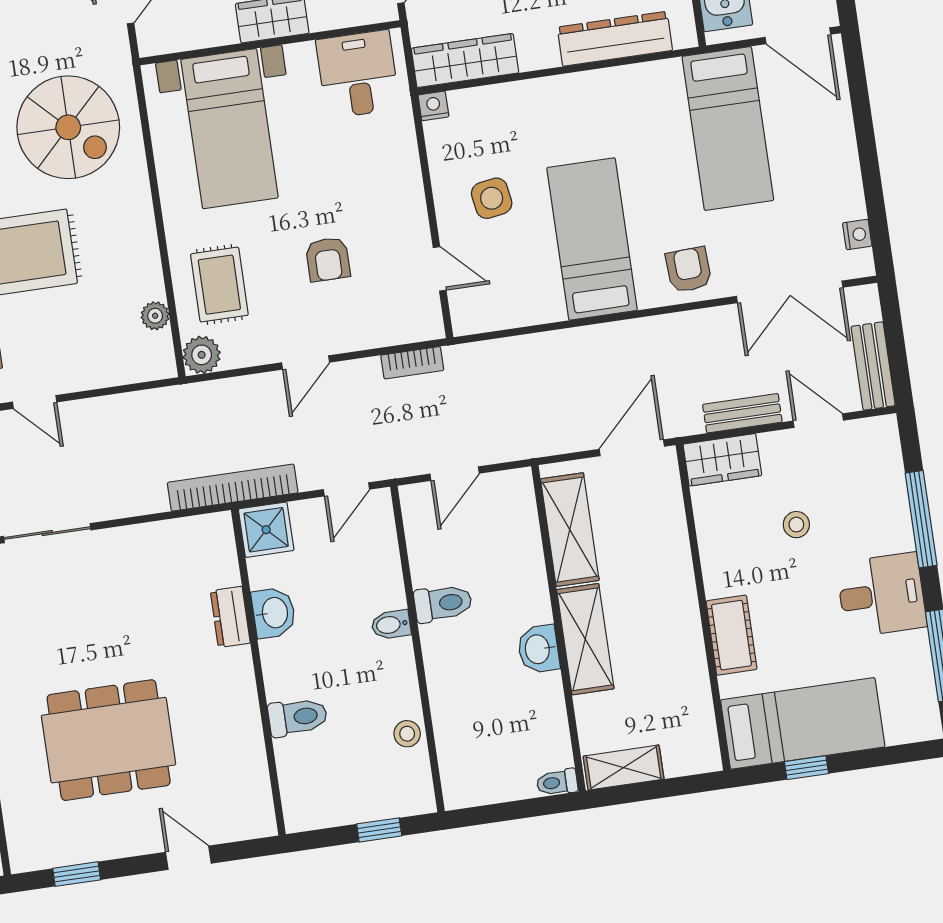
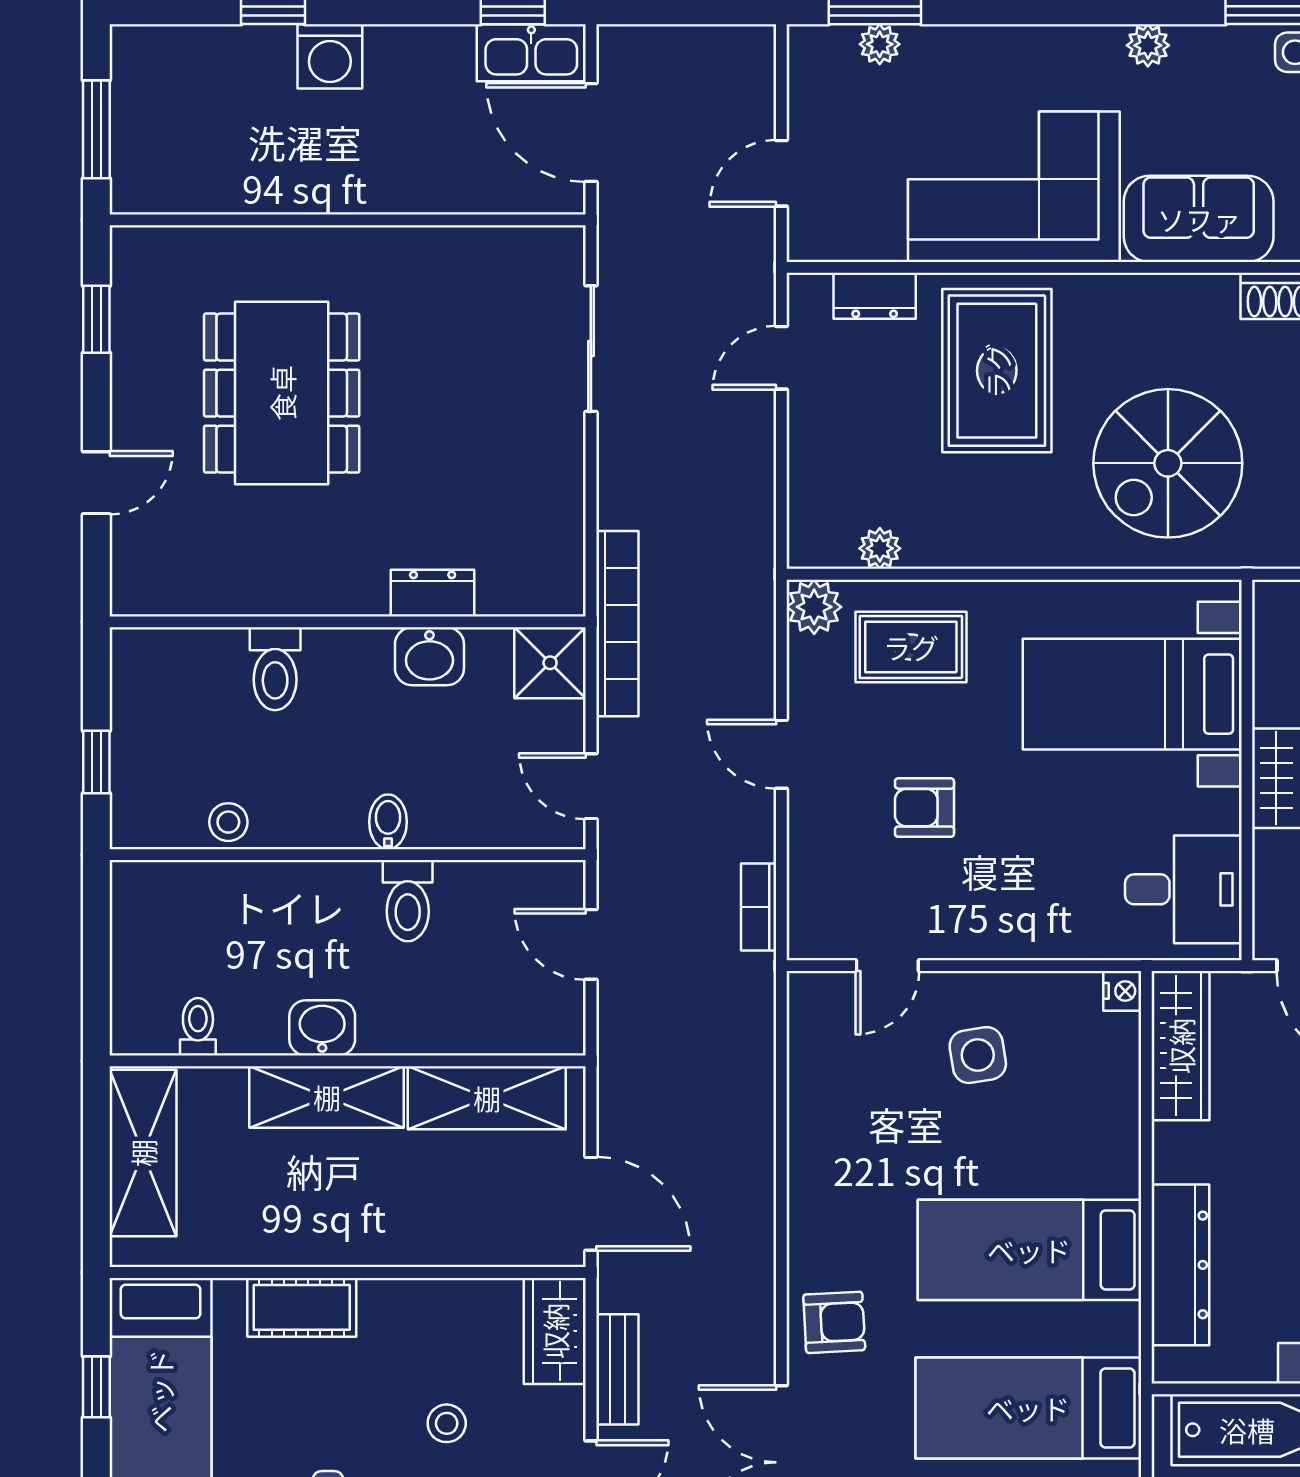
bed: (592, 239) -> (1029, 1250), moved, turned 180
shelving: (624, 768) -> (143, 1153), width x1.50, depth x1.33
toilet: (557, 782) -> (198, 1027), moved

